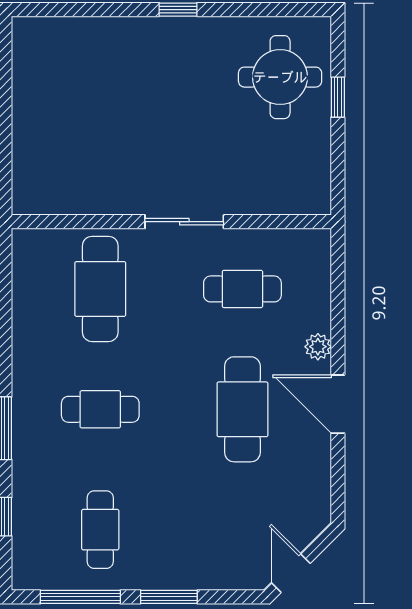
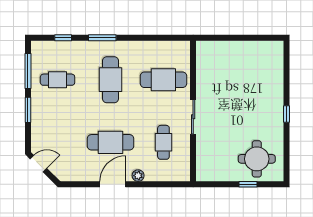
cafe table: (100, 409) -> (110, 80), width x1.37, depth x1.35

